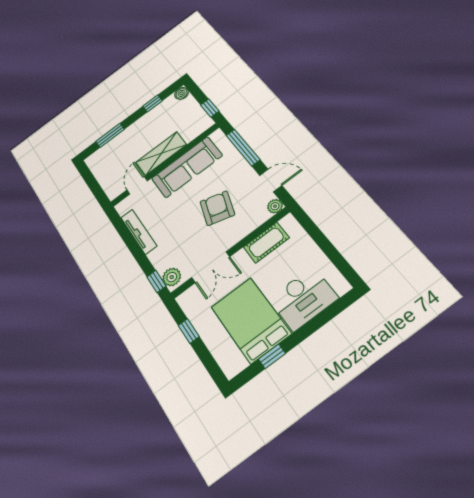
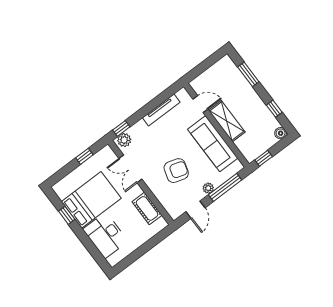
plant: (275, 206) -> (208, 188), moved

